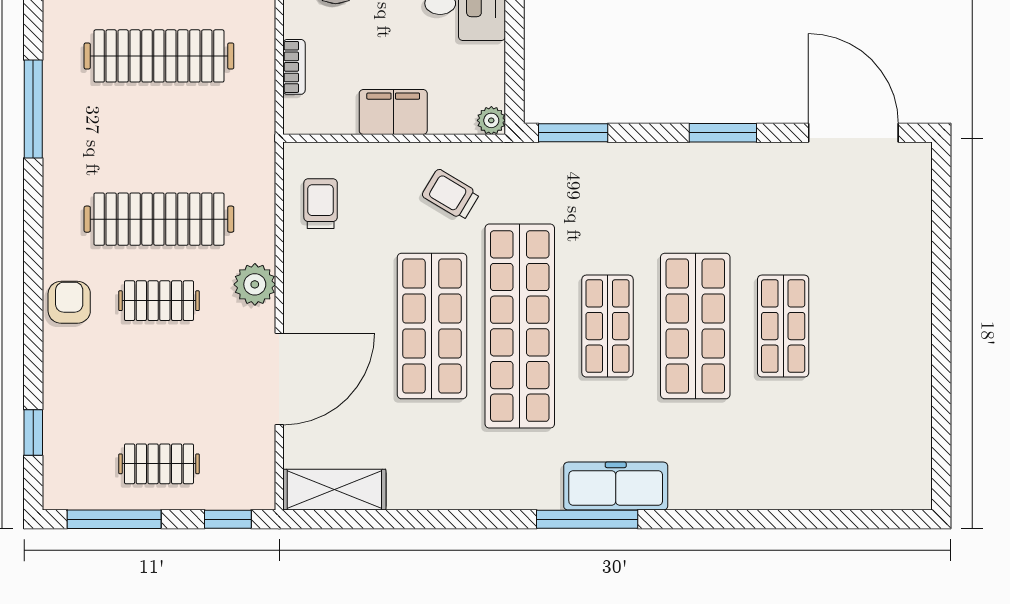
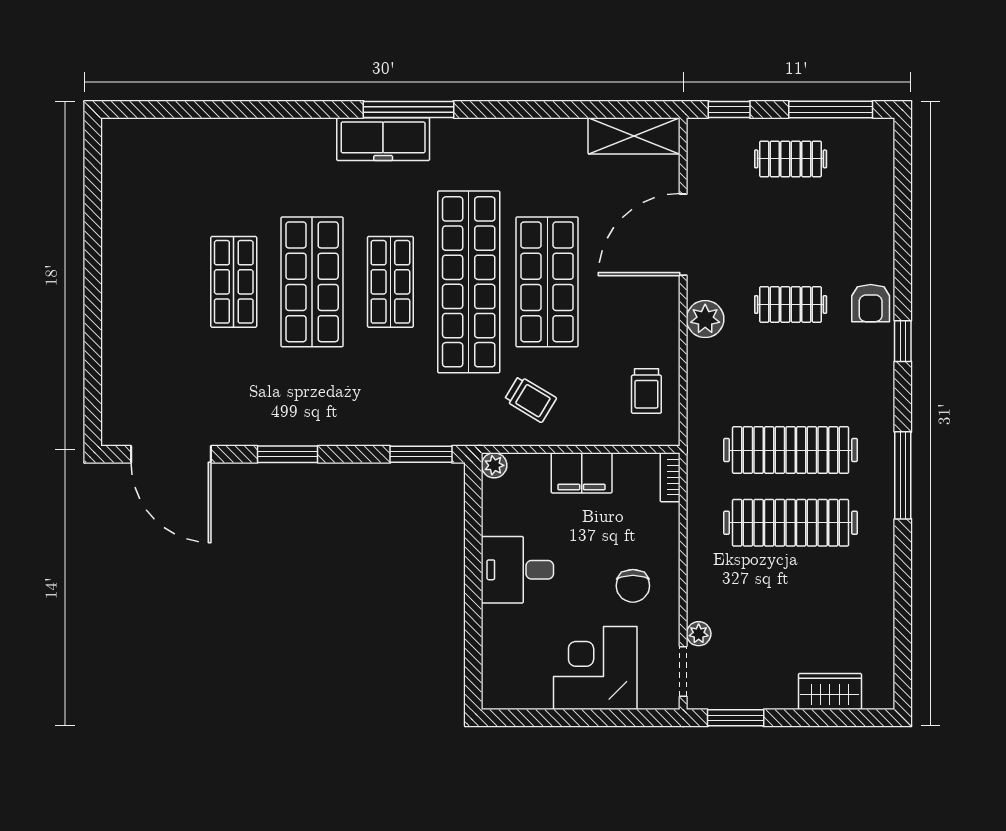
bookcase: (294, 67) -> (670, 477), moved
clothes rail: (159, 219) -> (791, 450), moved
window: (33, 433) -> (903, 341), moved

